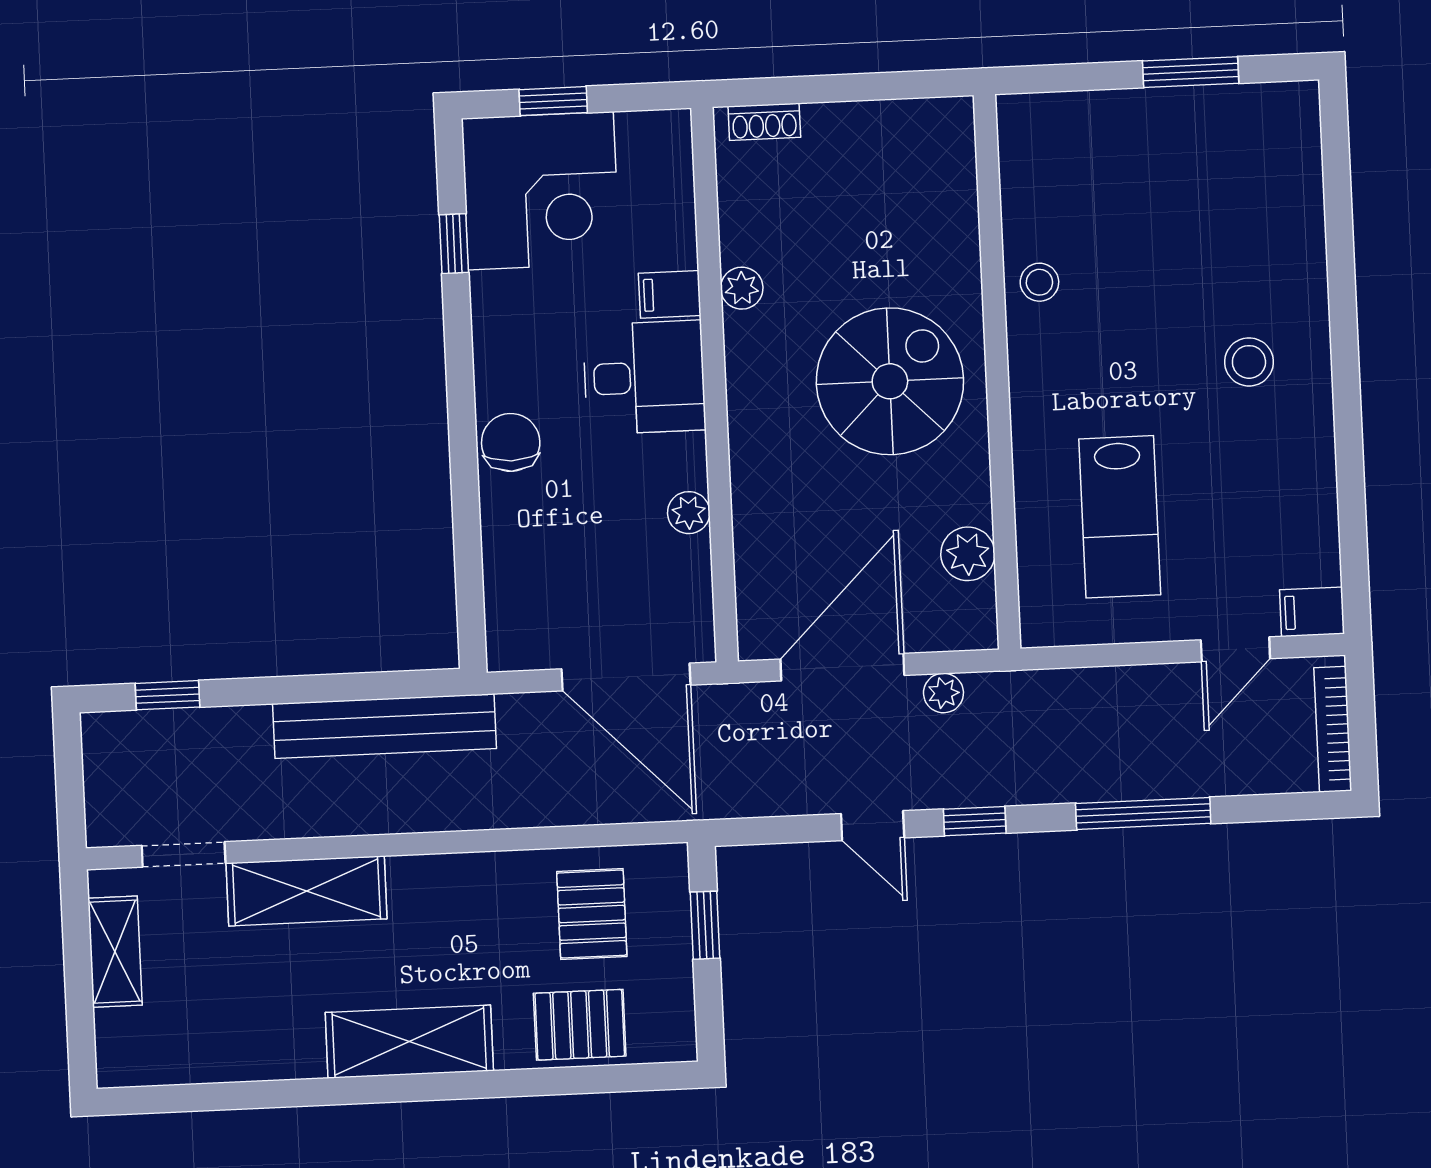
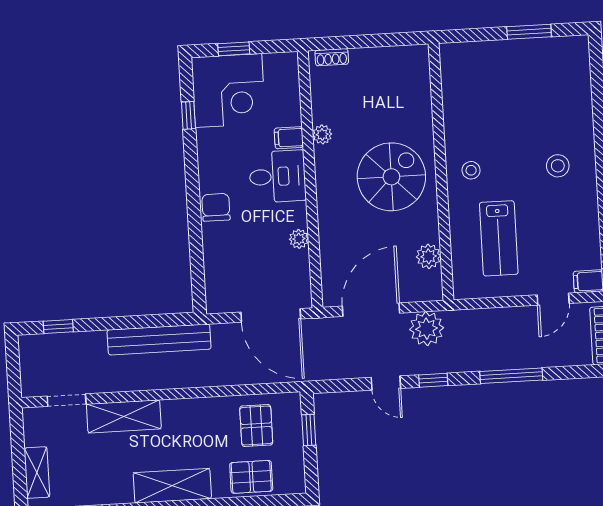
stool: (1039, 282) -> (471, 170), moved
plant: (943, 693) -> (427, 329), width x1.87, depth x1.87
shelving: (115, 952) -> (37, 473), moved

